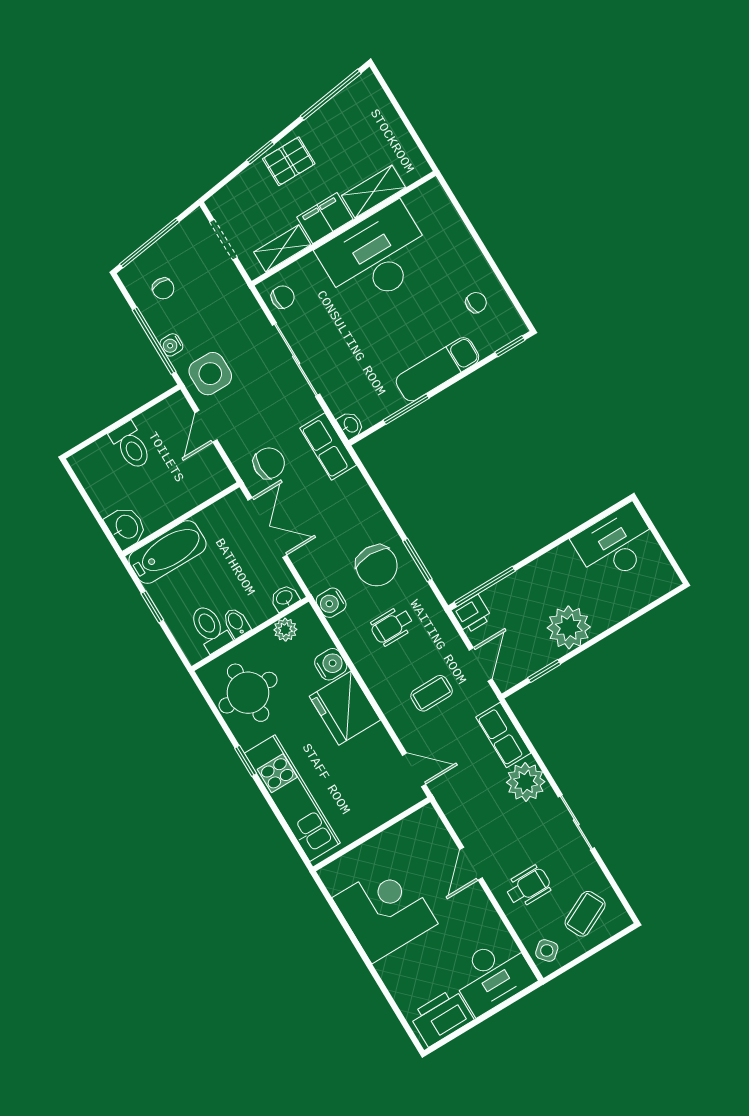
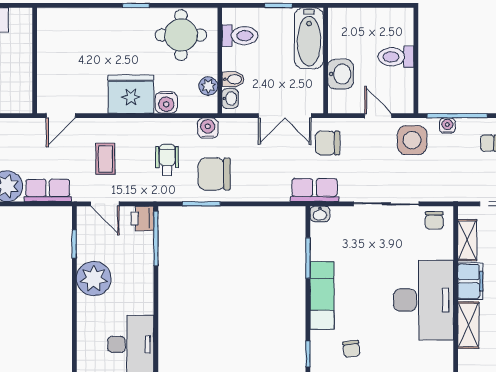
chair: (269, 463) -> (328, 143), turned 90
washbasin: (126, 527) -> (340, 74), moved, turned -90
bidet: (236, 623) -> (233, 79), moved
kitchen unit: (292, 798) -> (91, 22), removed

